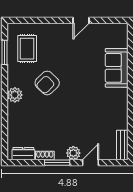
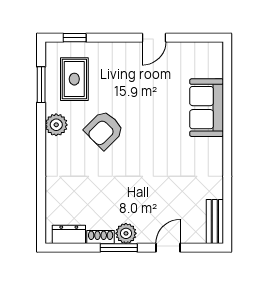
window: (27, 20) -> (75, 38), added
plant: (15, 95) -> (56, 125), moved
plant: (73, 153) -> (126, 233), moved

